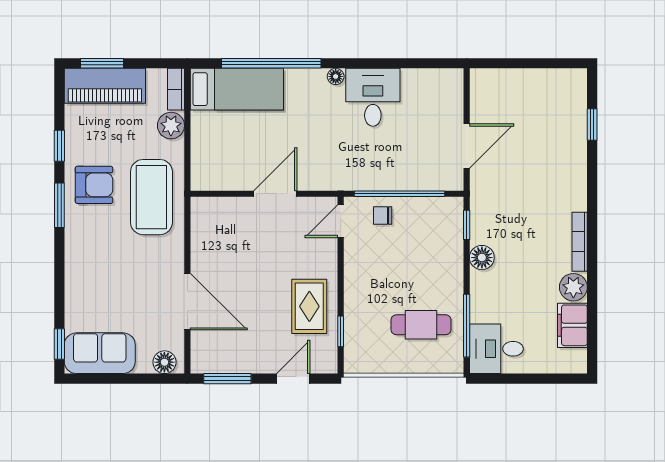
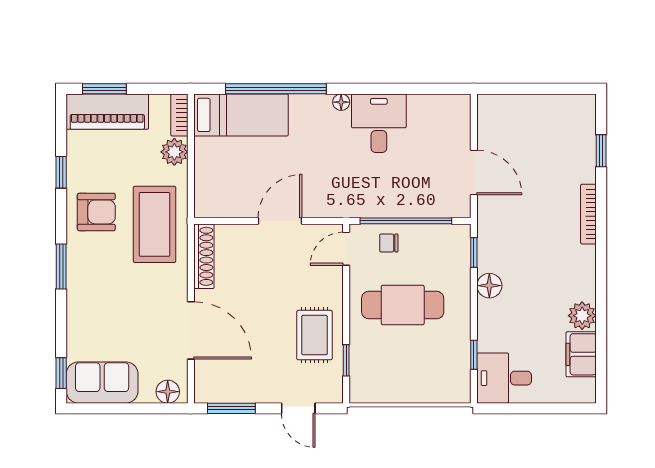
door: (467, 146) -> (474, 173), hinge flipped
window: (59, 205) -> (61, 266), moved
shoe rack: (200, 229) -> (204, 256), added
bookcase: (580, 242) -> (588, 214), moved
cafe table: (421, 325) -> (403, 305), moved, width x1.37, depth x1.35
window: (467, 326) -> (474, 355), width x0.46
door: (293, 379) -> (298, 408), swing flipped

